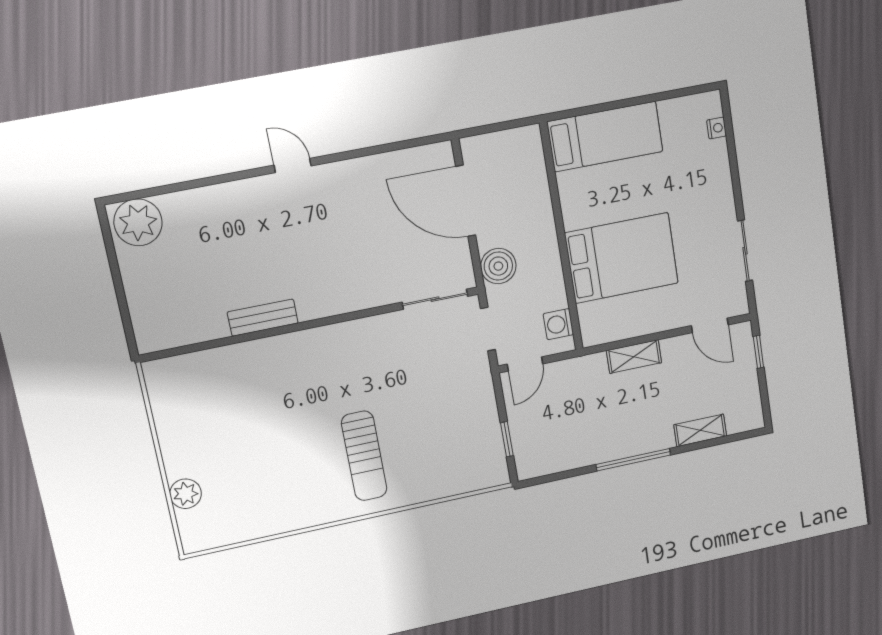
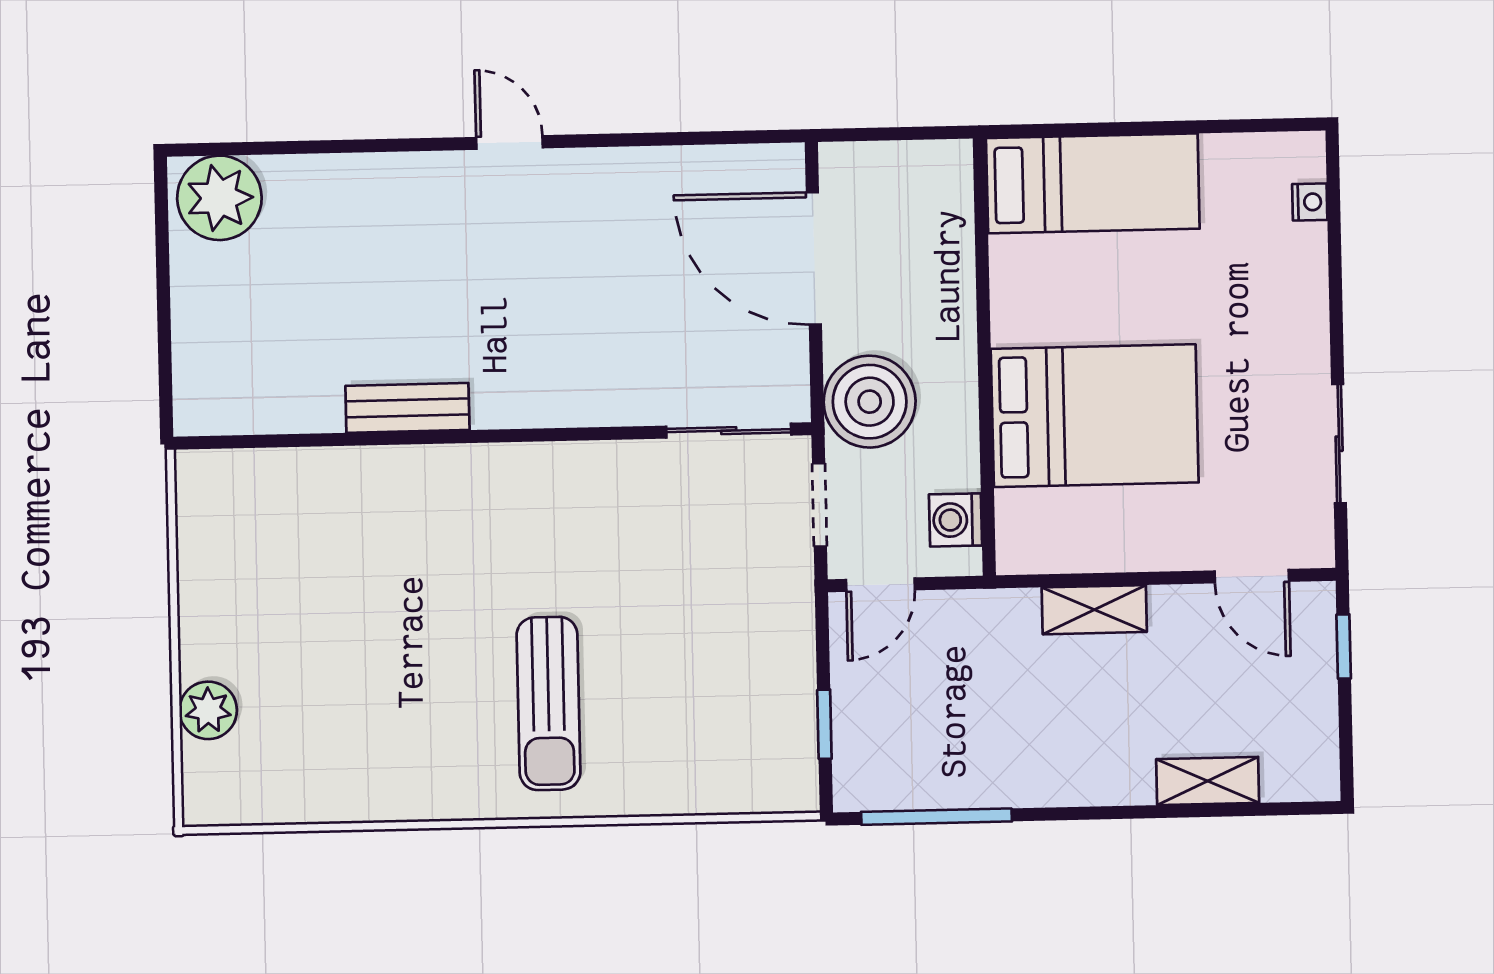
boiler: (498, 266) -> (870, 402), width x1.37, depth x1.37
window: (633, 460) -> (936, 817), moved

